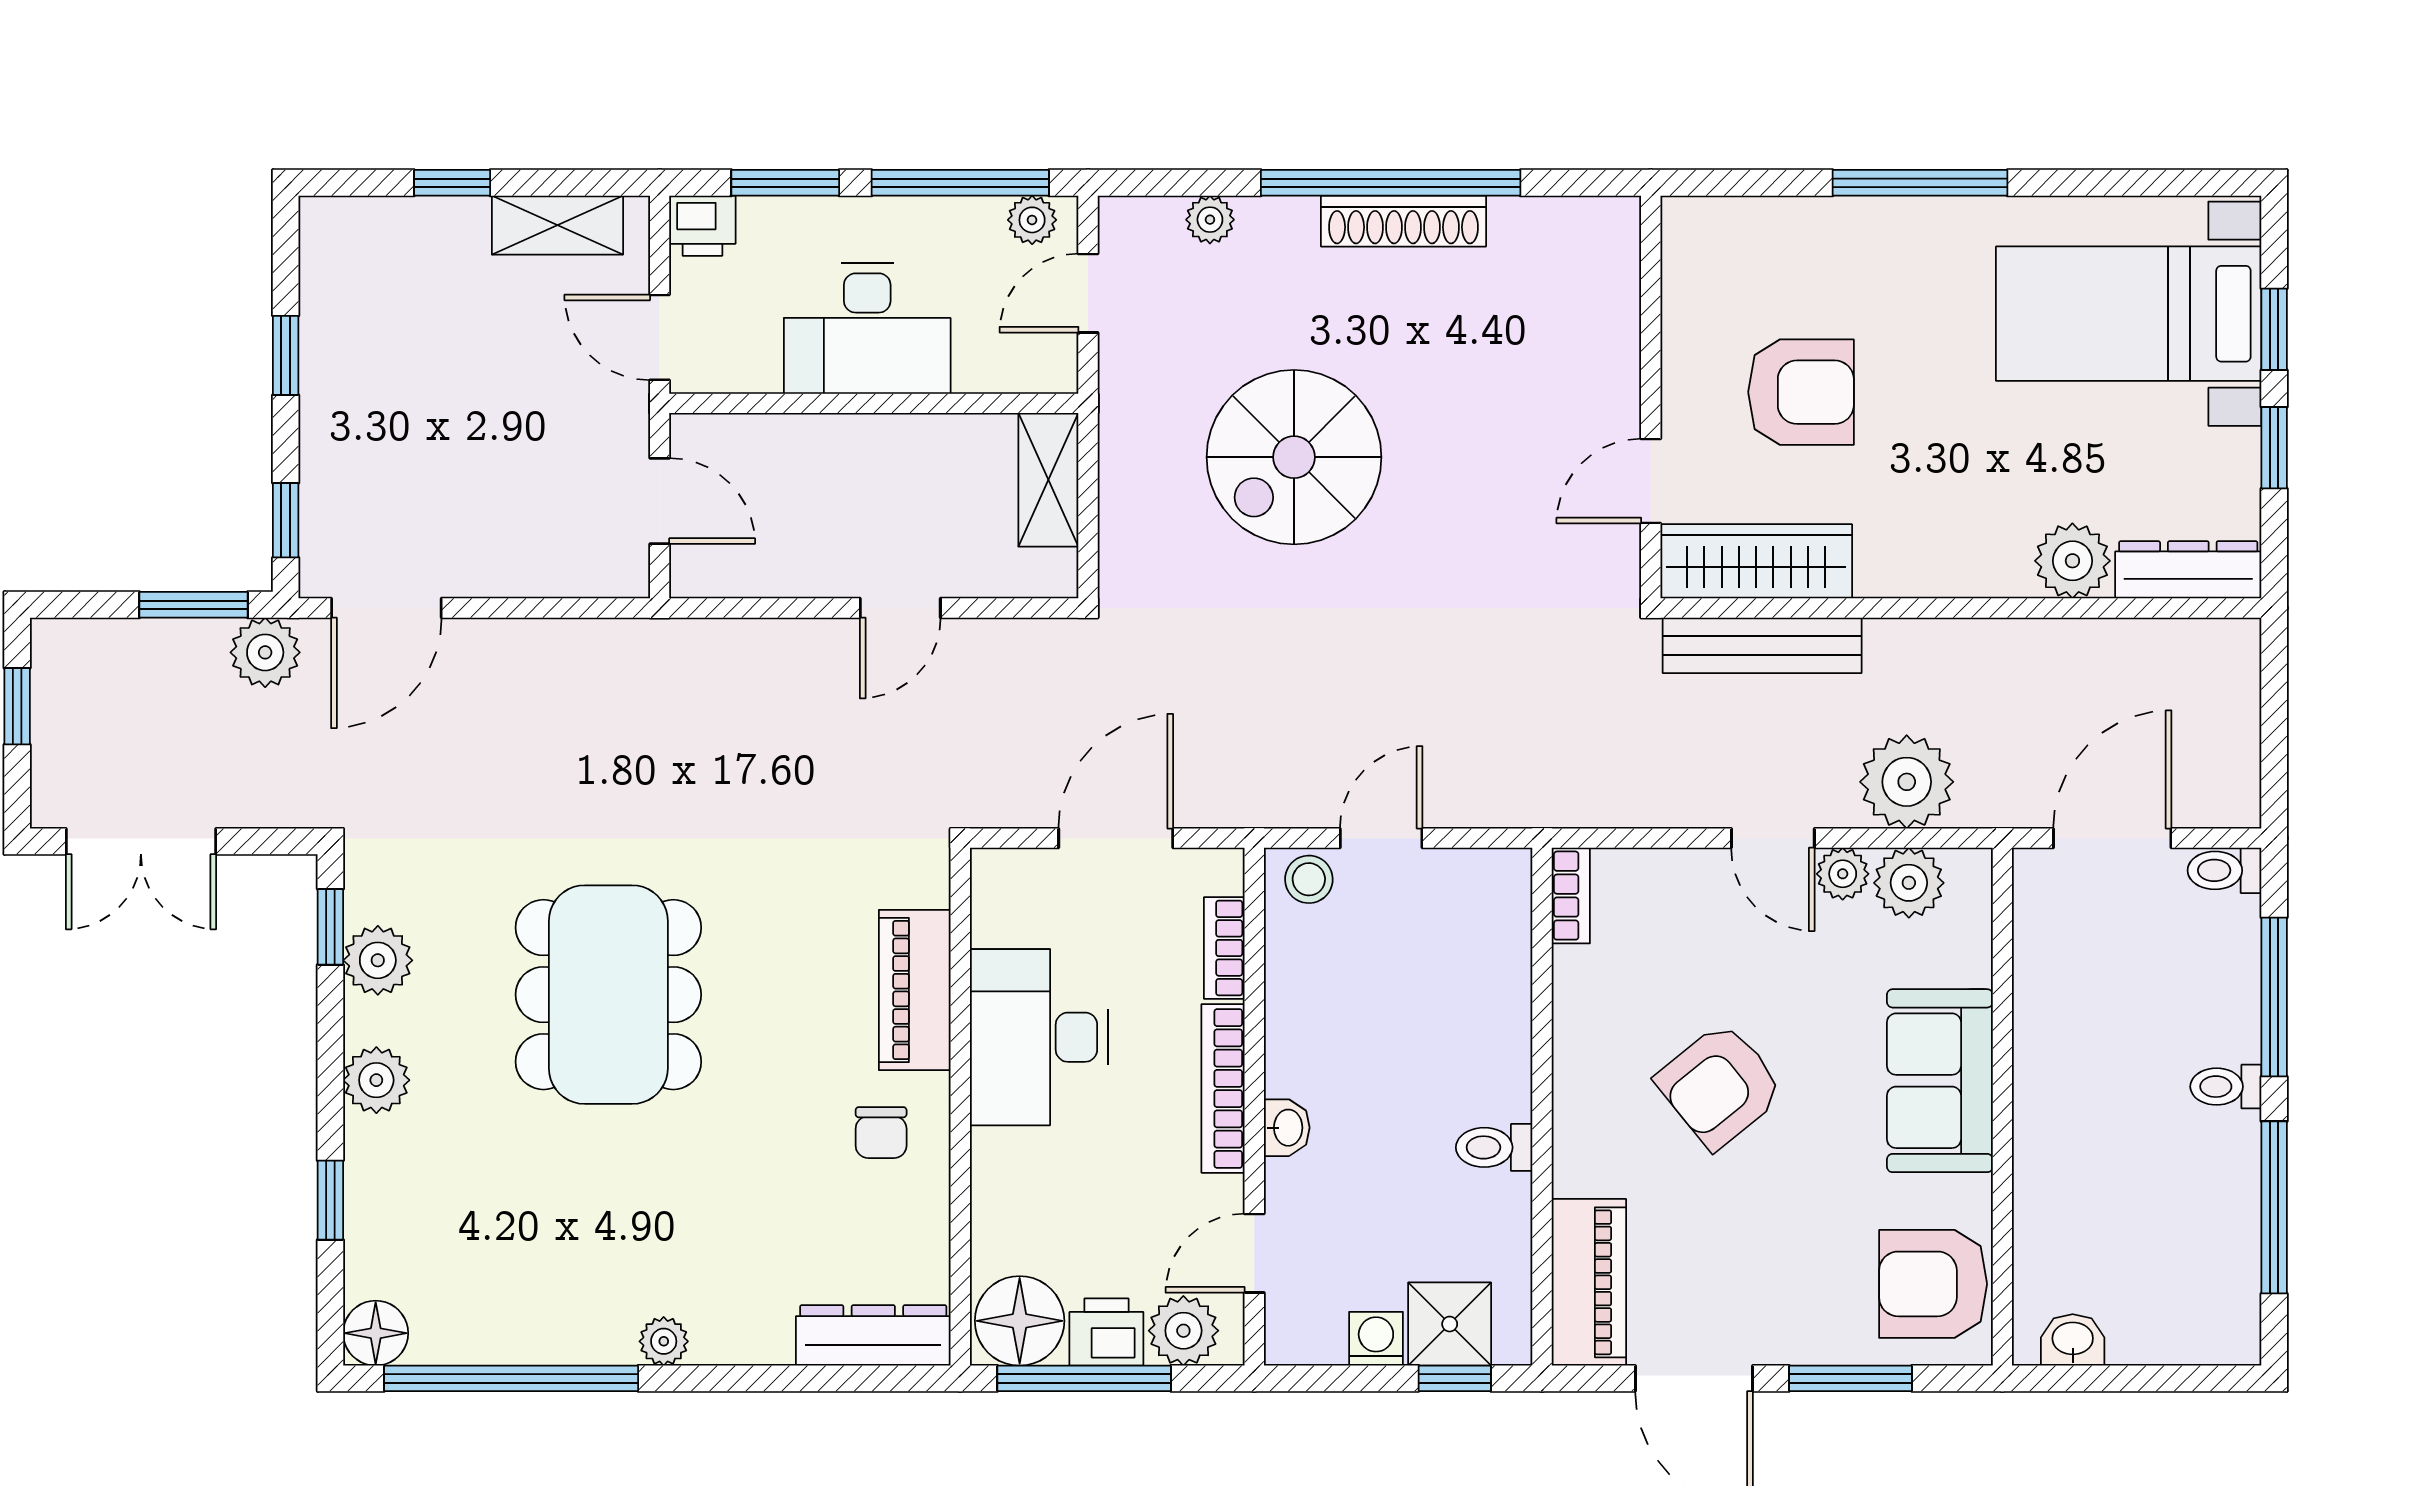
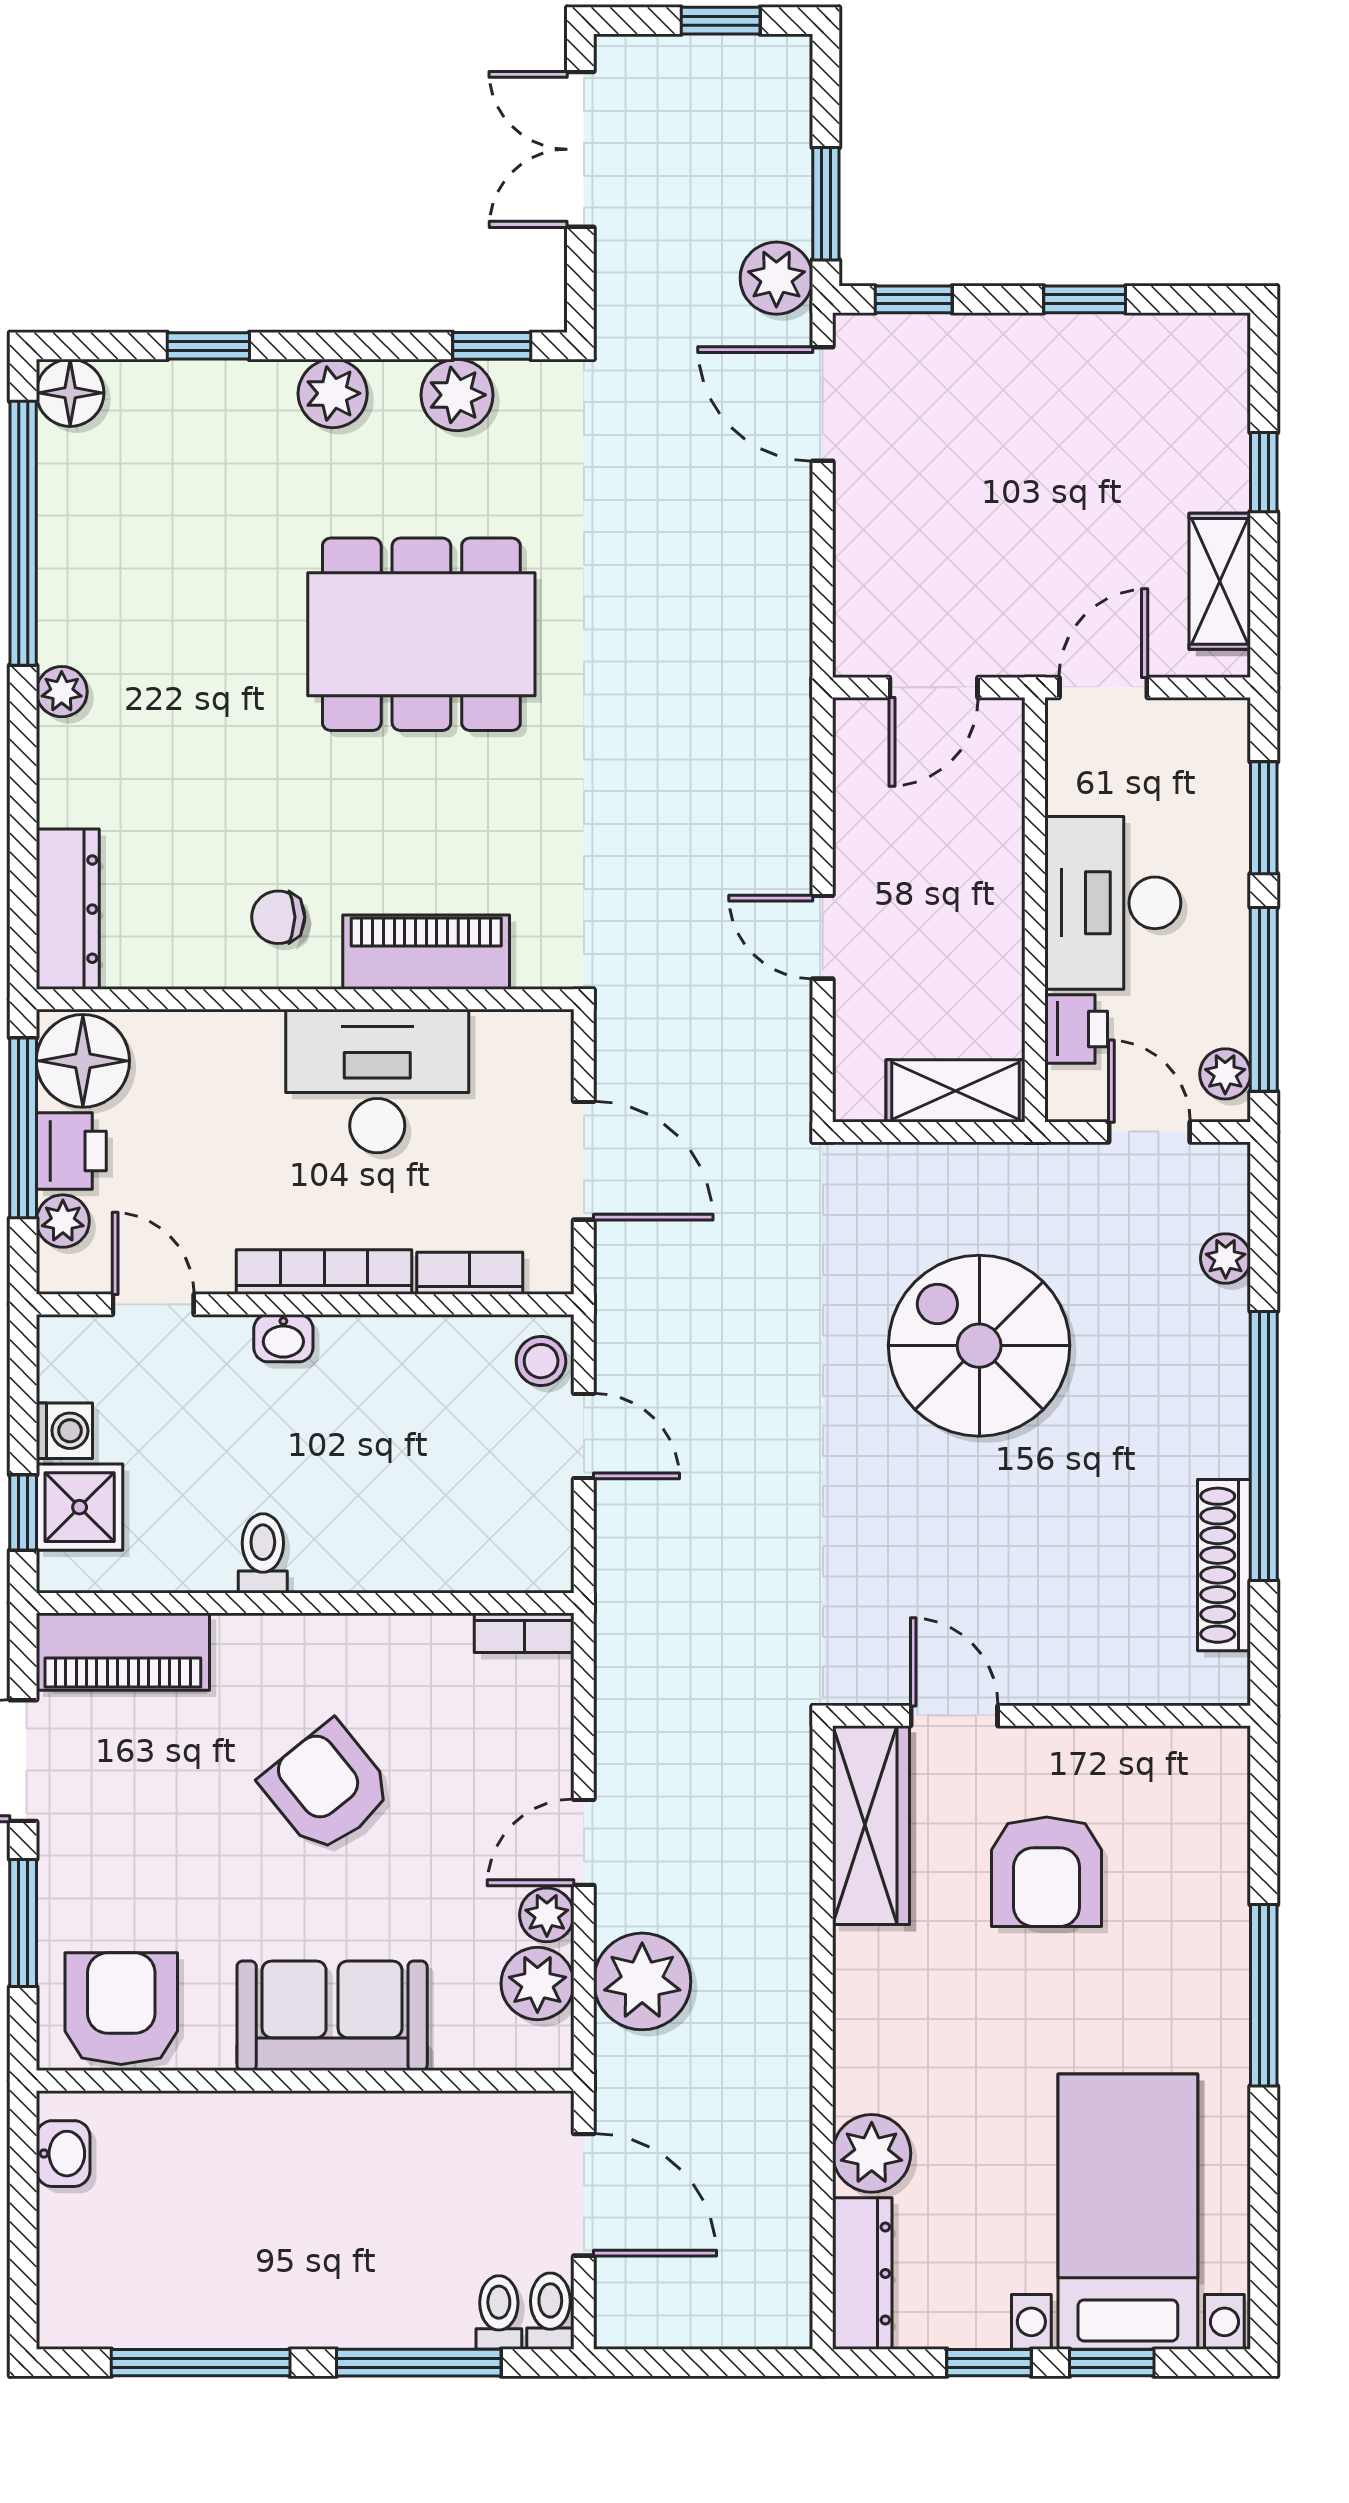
shoe rack: (1403, 221) -> (1224, 1565), moved
printer: (702, 226) -> (1076, 1029), moved, turned 180
bench: (1762, 645) -> (784, 1831), removed
toilet: (2226, 1087) -> (499, 2312), moved
plant: (1183, 1331) -> (63, 1221), width x0.73, depth x0.73

